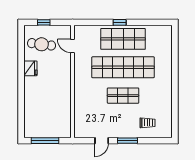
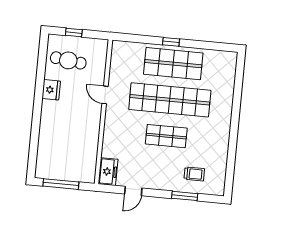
door: (73, 46) -> (105, 95), moved
freezer: (81, 127) -> (108, 172), added
window: (127, 141) -> (185, 196), moved

